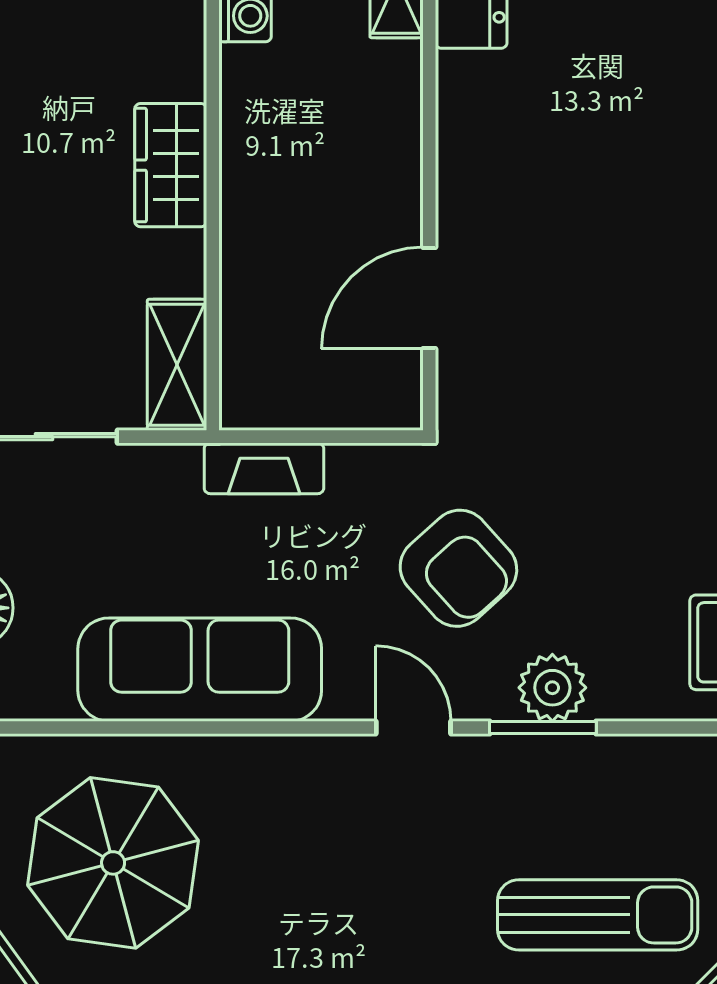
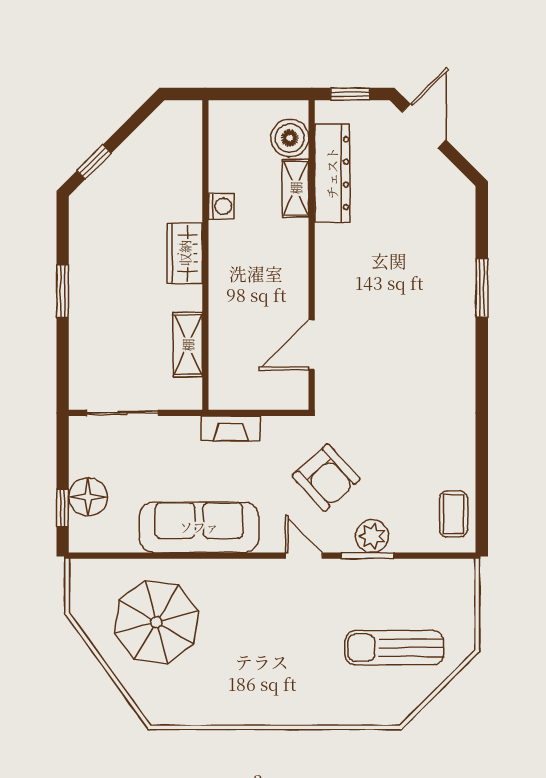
wardrobe: (171, 165) -> (185, 253), moved
shelving: (177, 365) -> (188, 345), moved
sun lounger: (598, 915) -> (394, 648), turned 180

